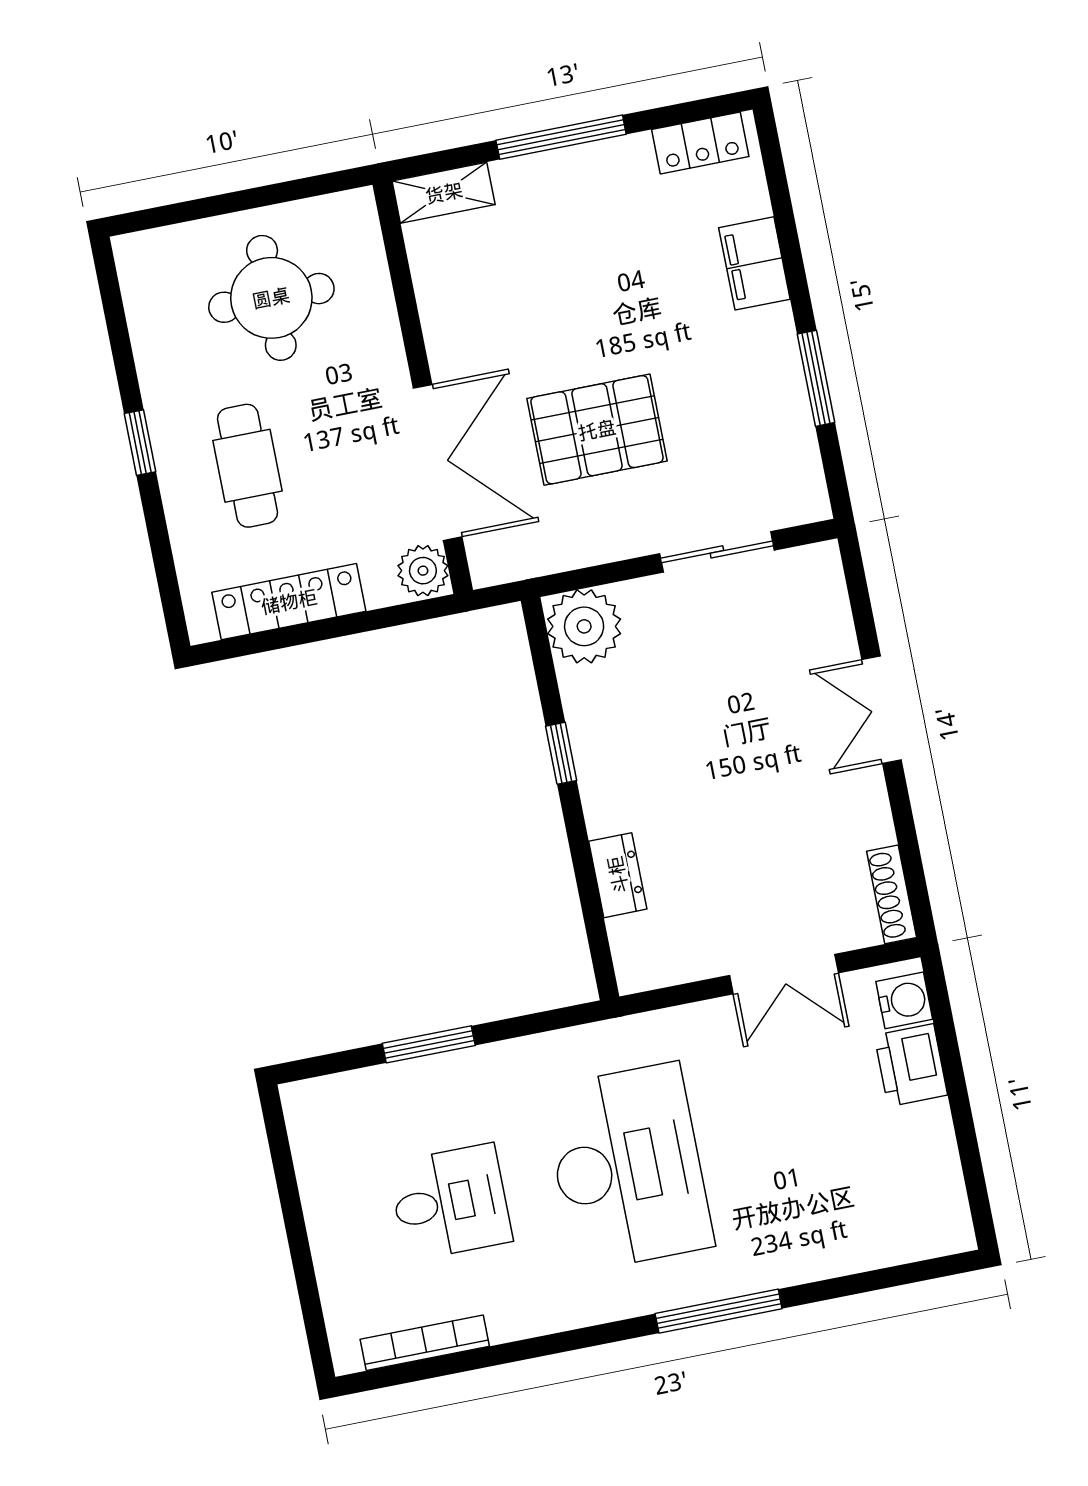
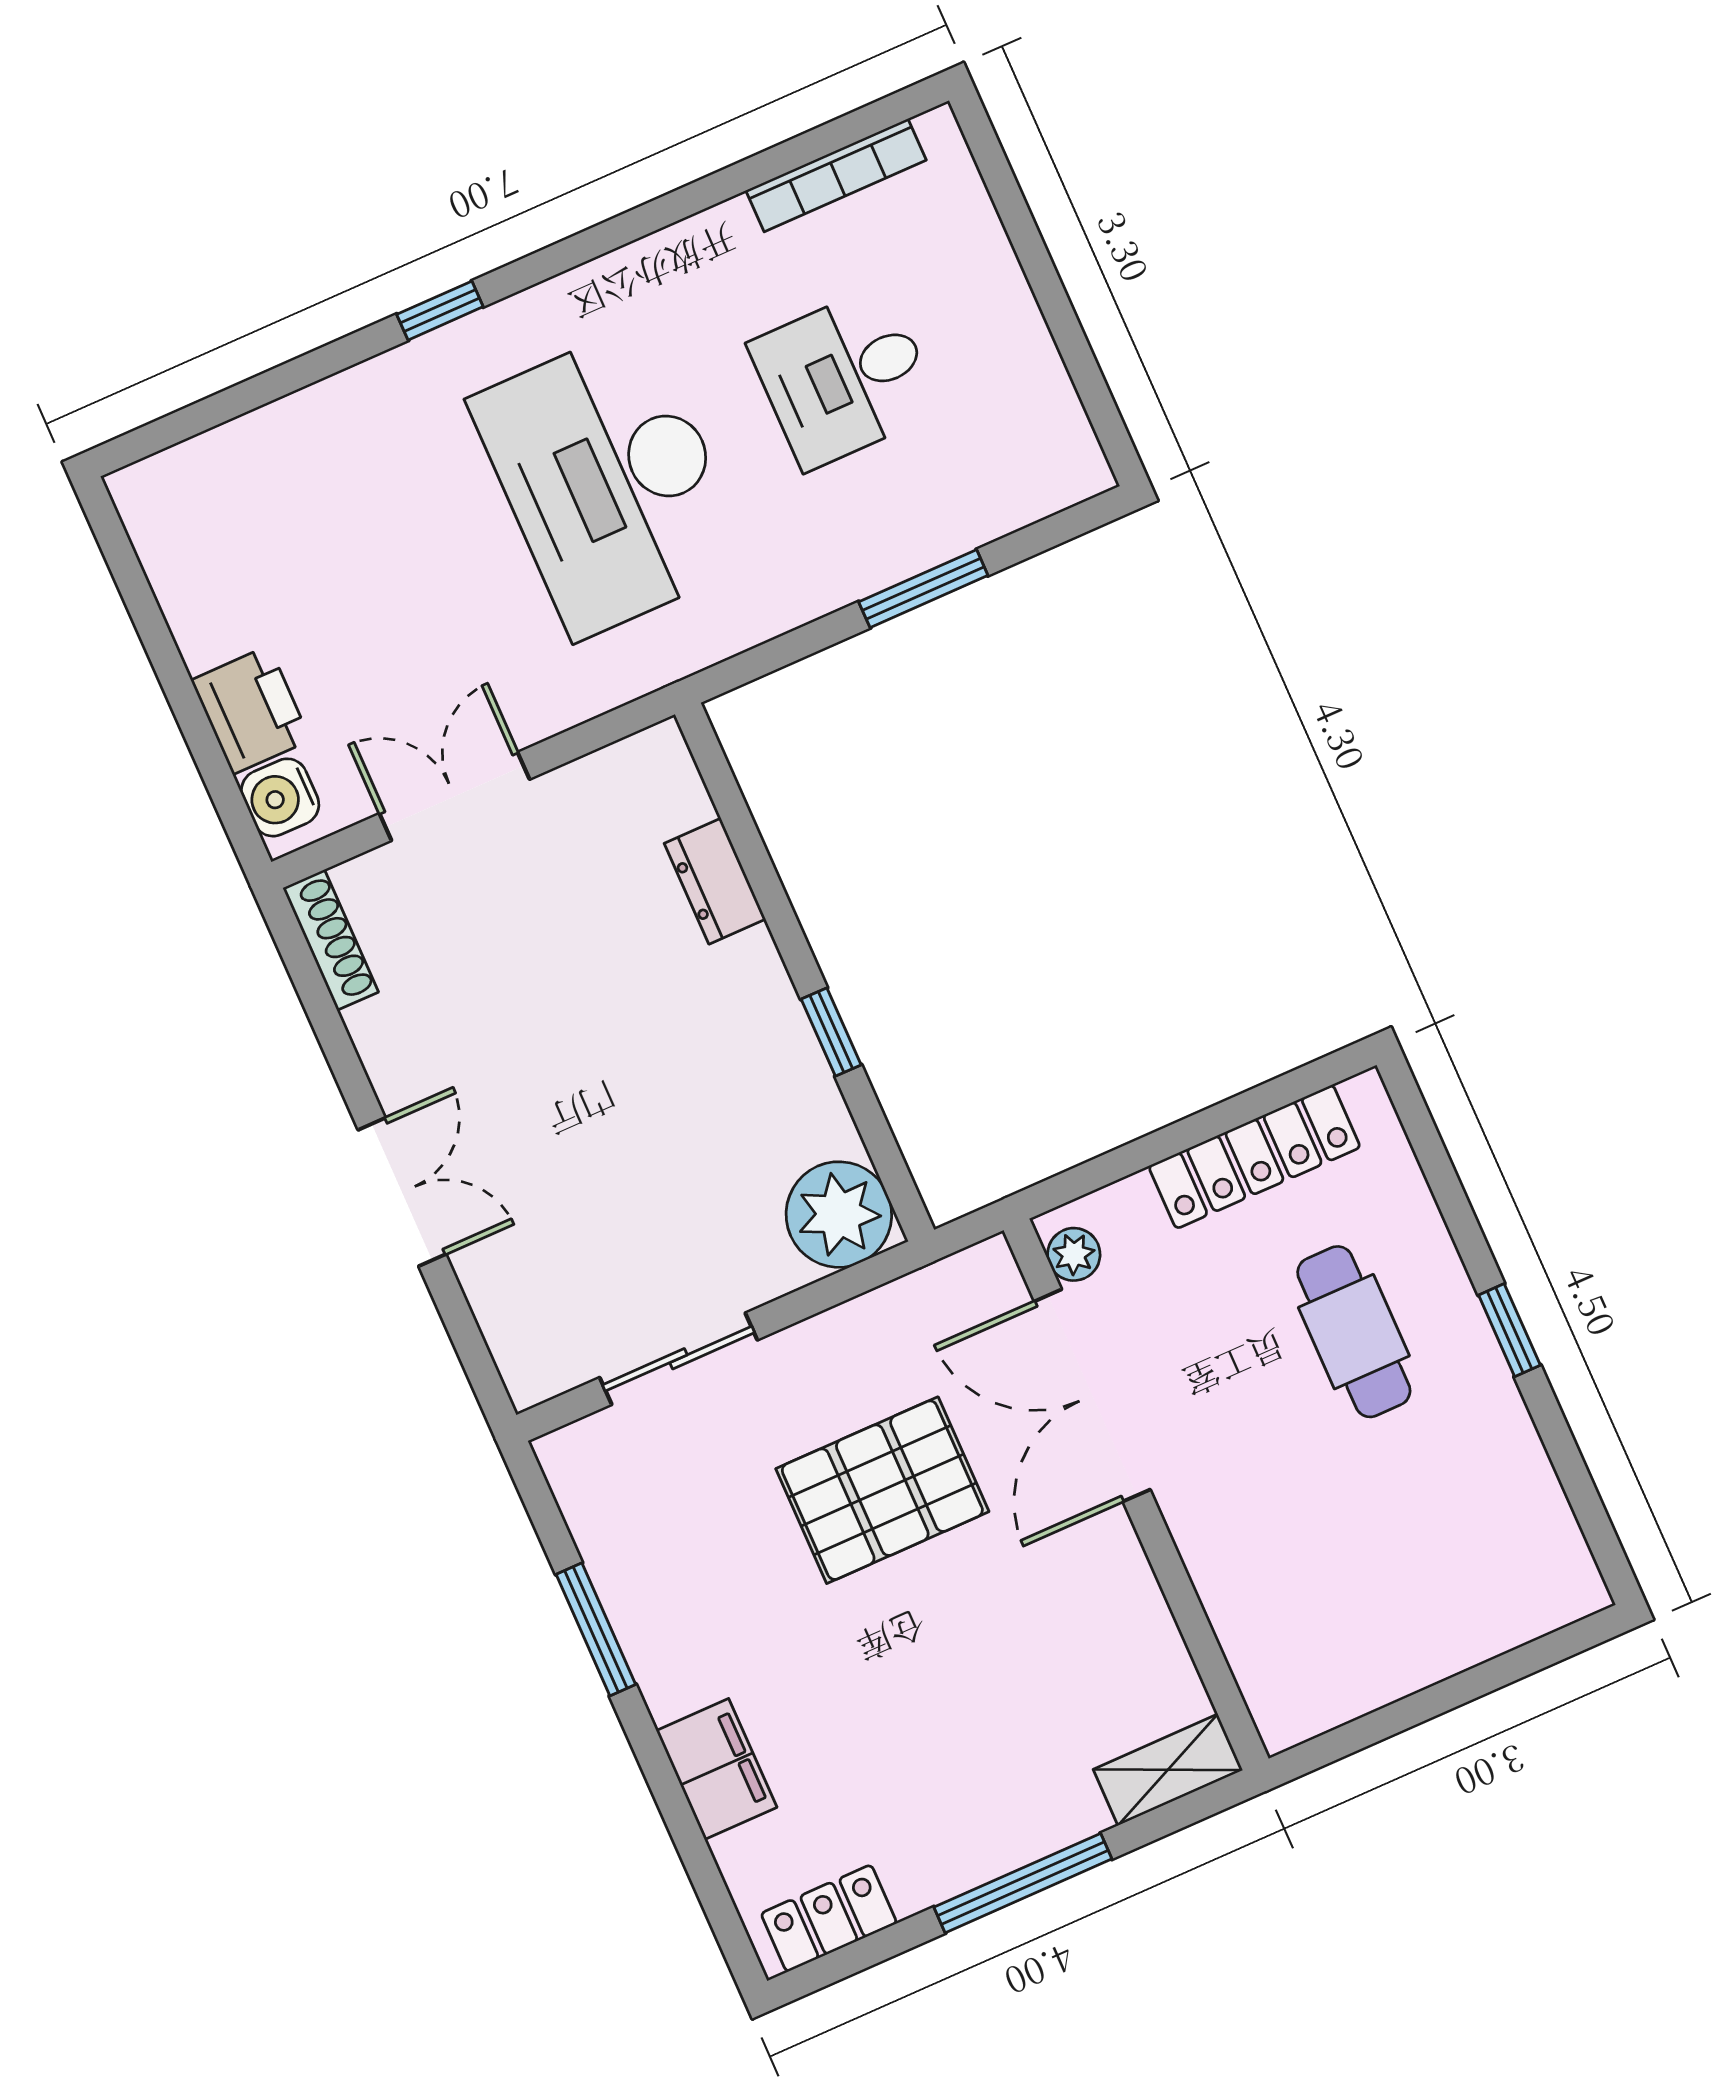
round table: (271, 298) -> (1373, 1571), removed
plant: (423, 571) -> (1074, 1254), width x0.73, depth x0.73
window: (719, 1311) -> (440, 311), width x0.46

